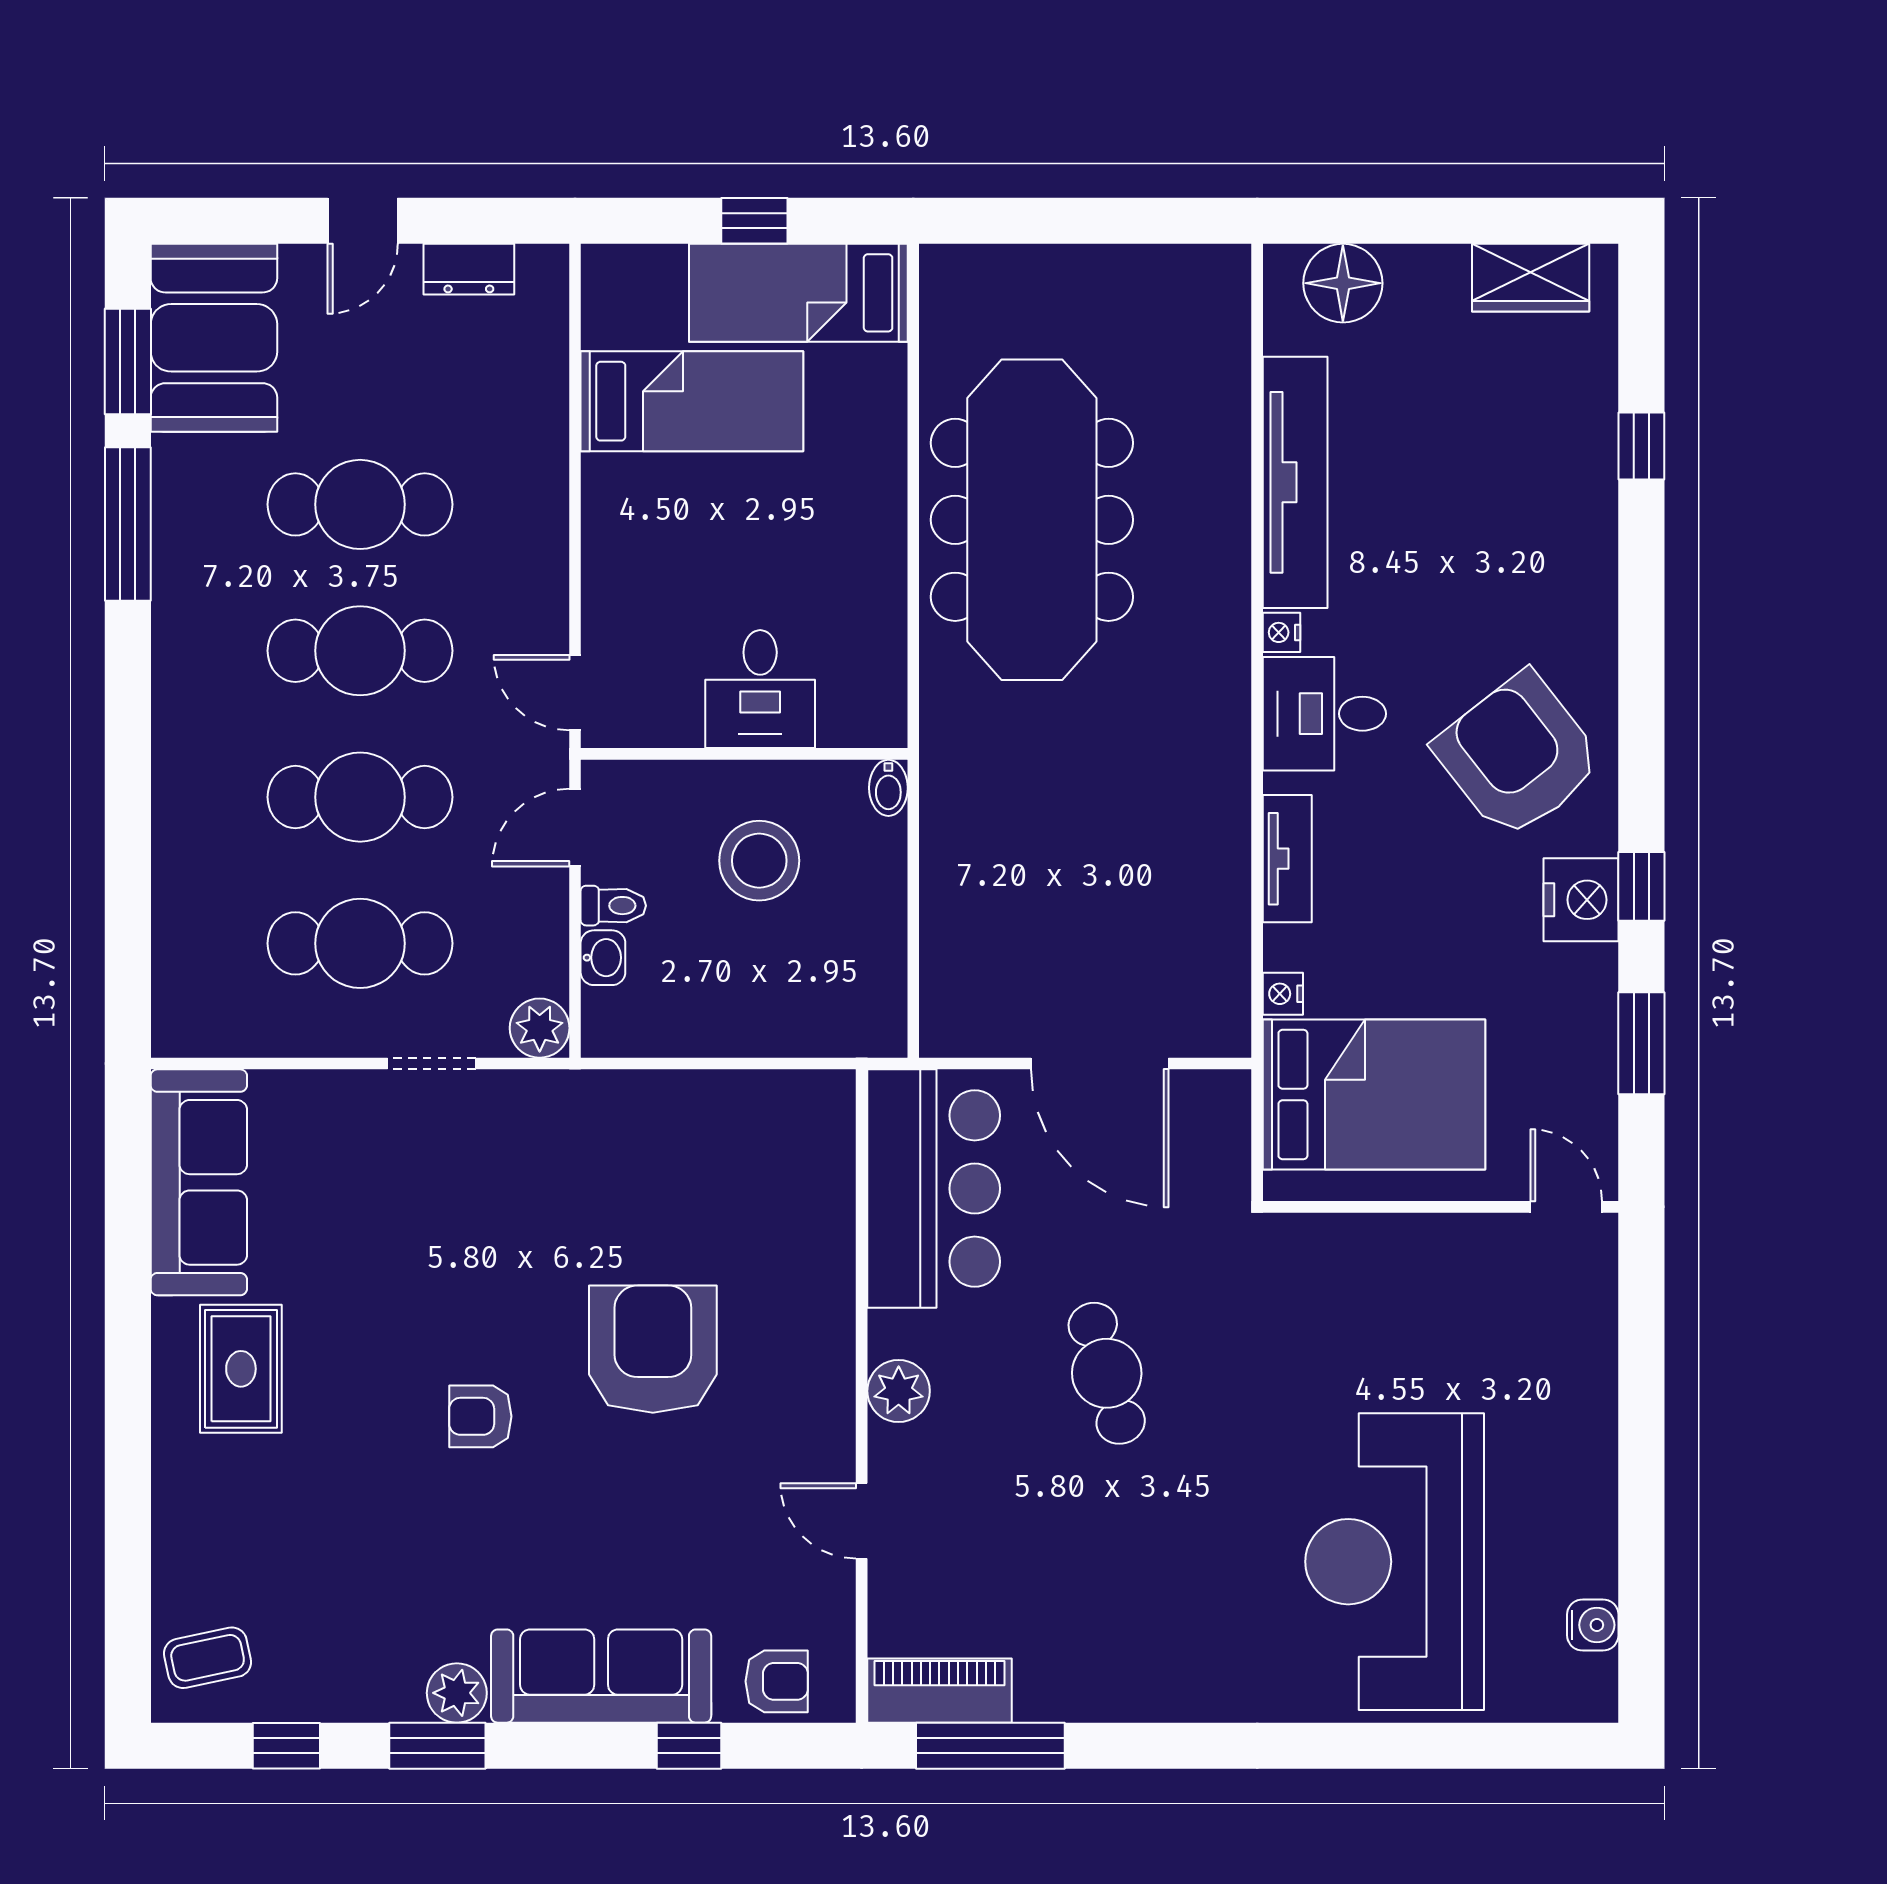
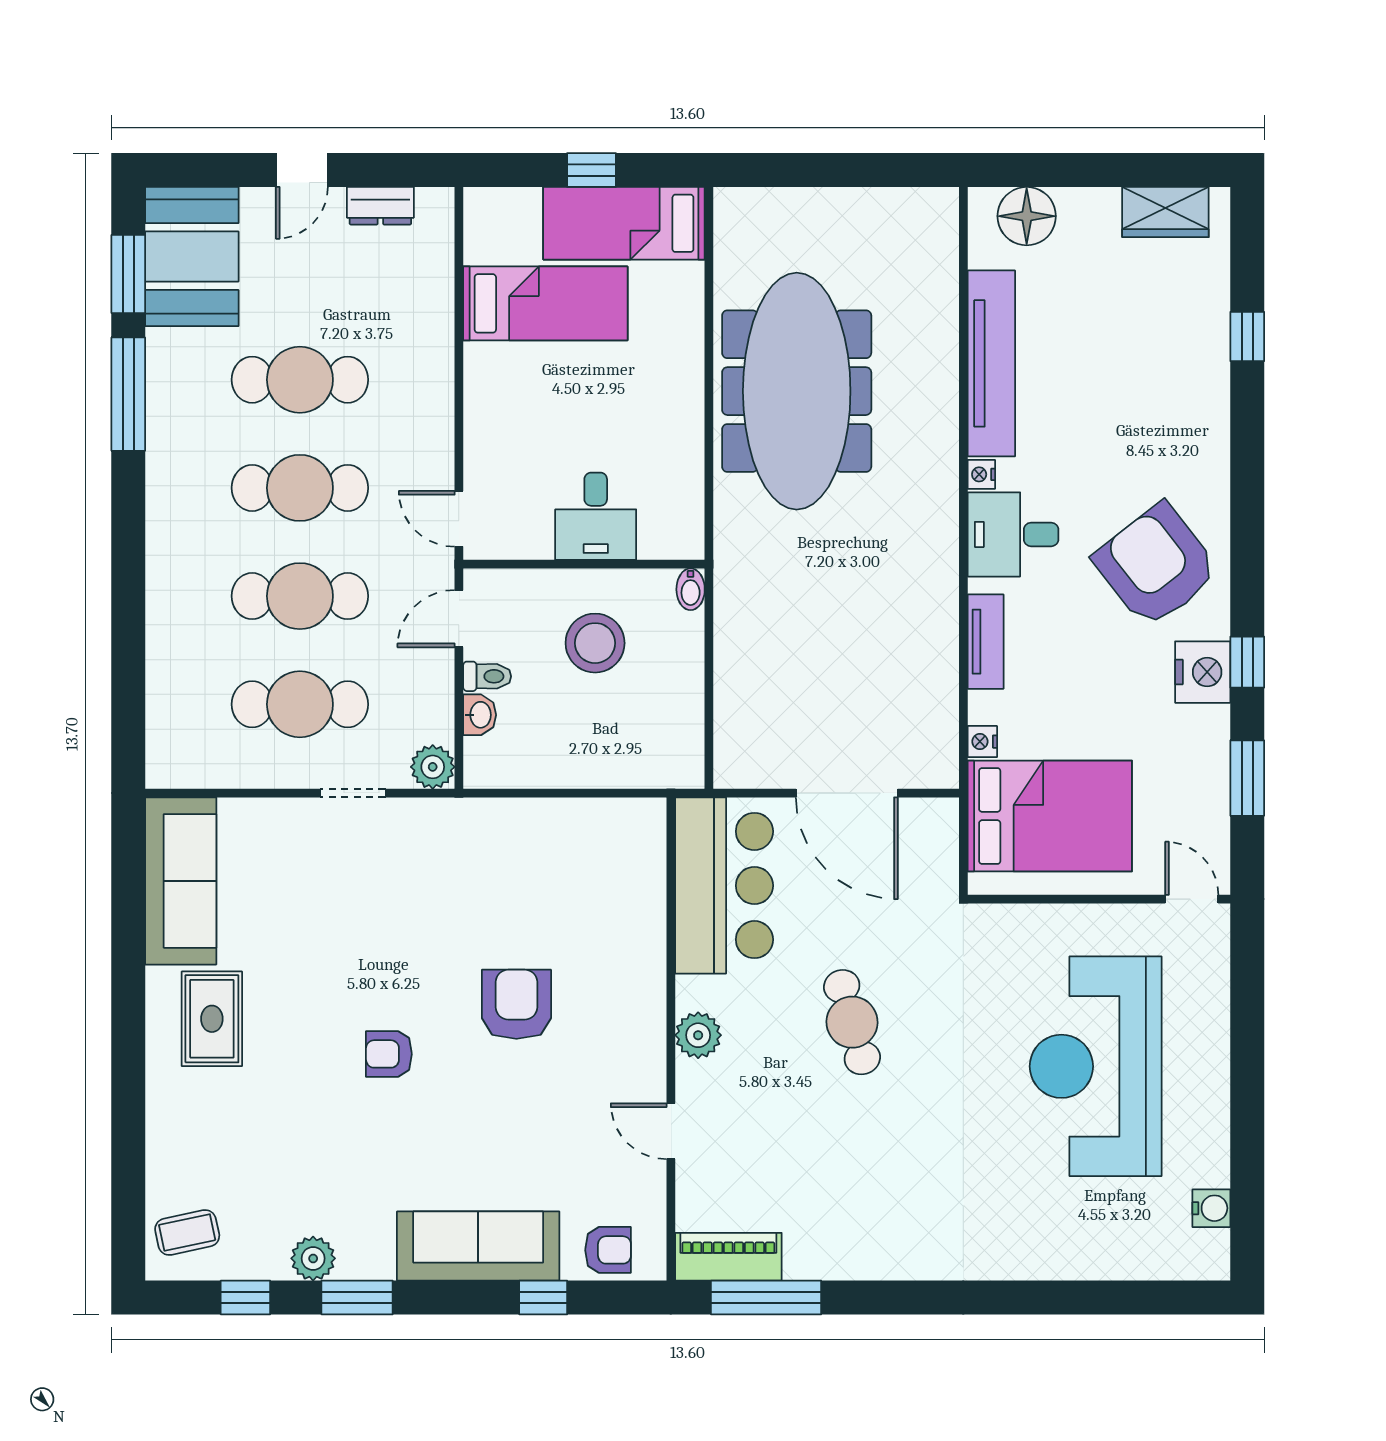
armchair: (653, 1349) -> (516, 1004), width x0.73, depth x0.73
reception desk: (1395, 1562) -> (1096, 1066), moved
plant: (457, 1693) -> (313, 1258), moved

